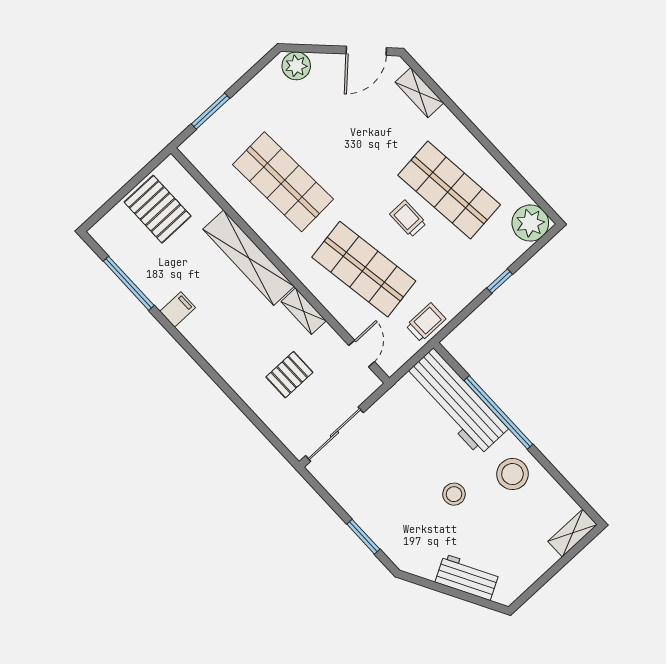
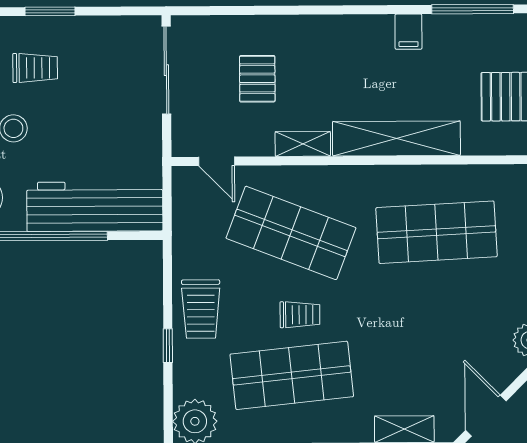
shop shelf: (364, 269) -> (291, 233), turned 30
trolley: (426, 322) -> (201, 309), moved, width x1.36, depth x1.39
trolley: (406, 514) -> (35, 68), added

